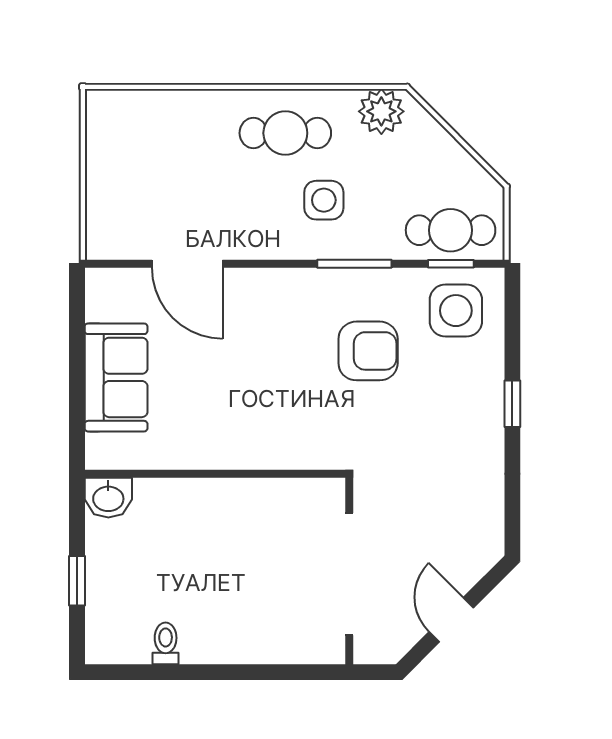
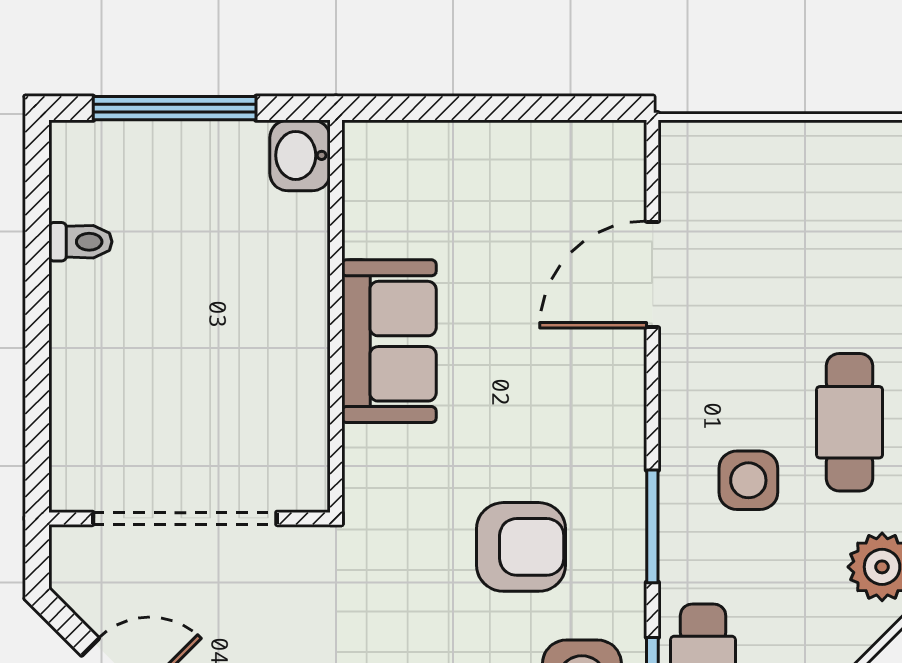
armchair: (368, 351) -> (521, 547), turned -90
sofa: (116, 377) -> (389, 341), moved, turned -90
window: (77, 581) -> (175, 108), width x2.17

